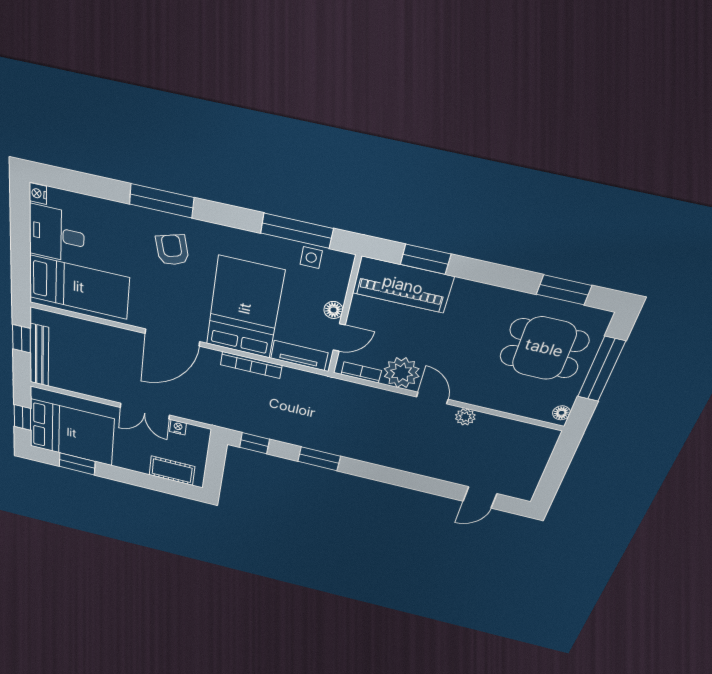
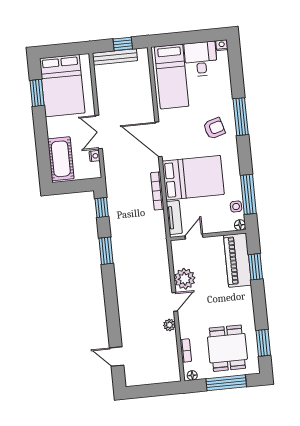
floor lamp: (334, 310) -> (240, 225), moved
door: (339, 338) -> (194, 237), swing flipped
bookcase: (361, 372) -> (186, 351), moved
window: (22, 417) -> (61, 50), removed
cot: (172, 471) -> (61, 159), width x1.37, depth x1.34

